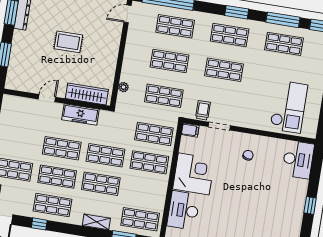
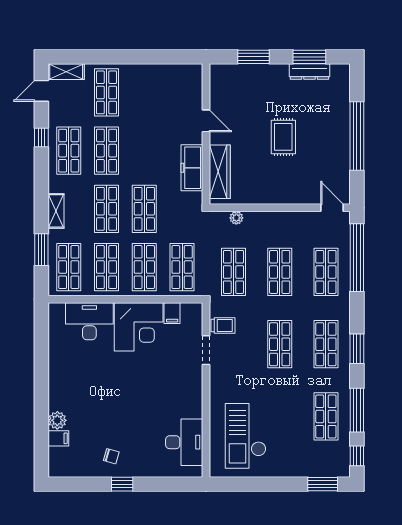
checkout: (289, 107) -> (246, 436), turned 90
filing cabinet: (190, 130) -> (172, 313), moved
shop shelf: (62, 148) -> (107, 267), moved
chair: (248, 155) -> (111, 456), moved
desk: (298, 160) -> (184, 442), moved, turned -90

